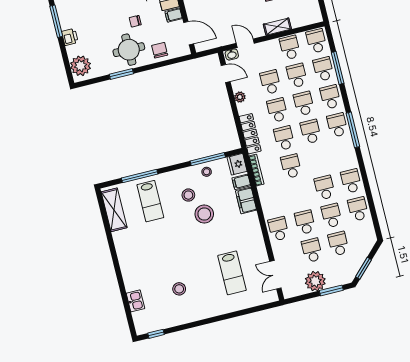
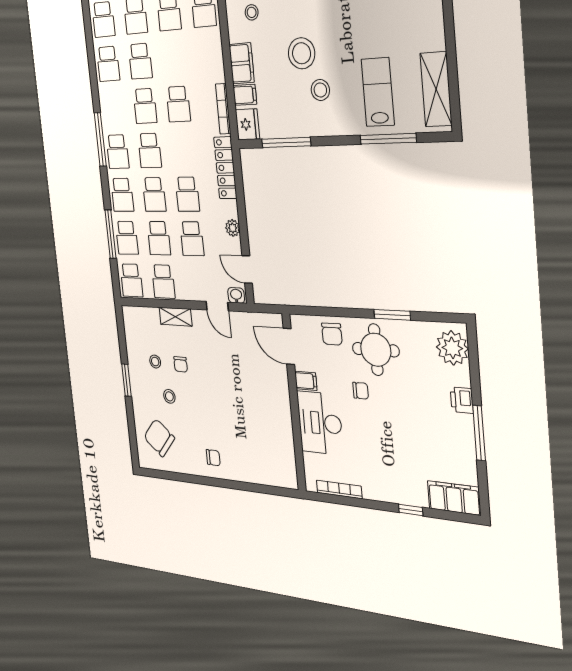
school desk: (284, 138) -> (145, 106), moved
stool: (207, 172) -> (252, 12), moved

